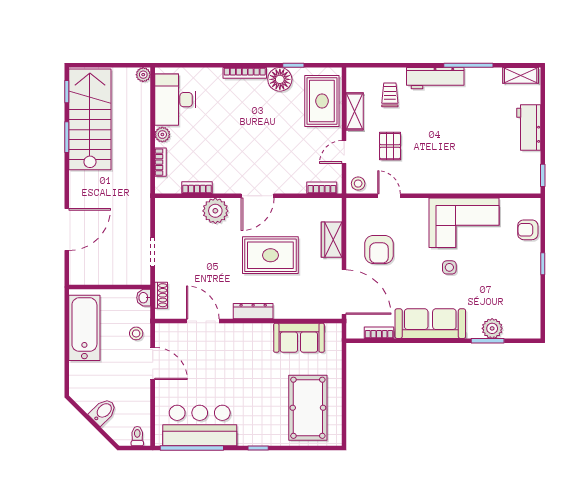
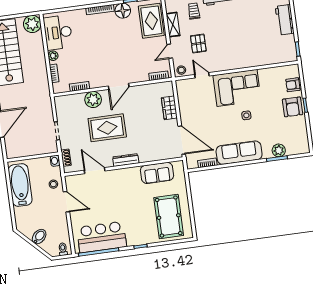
plant: (143, 75) -> (32, 24), width x1.88, depth x1.88
corner sofa: (464, 223) -> (237, 88), moved
armchair: (379, 250) -> (293, 107), moved
rug: (270, 255) -> (107, 128), moved

